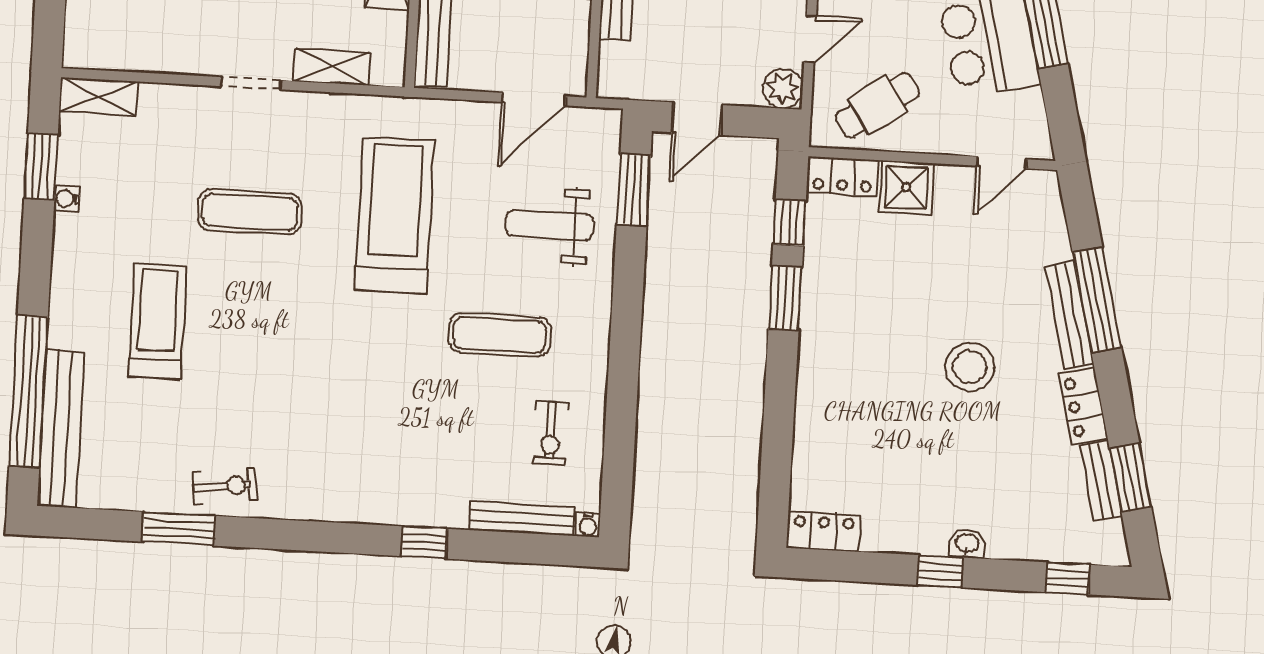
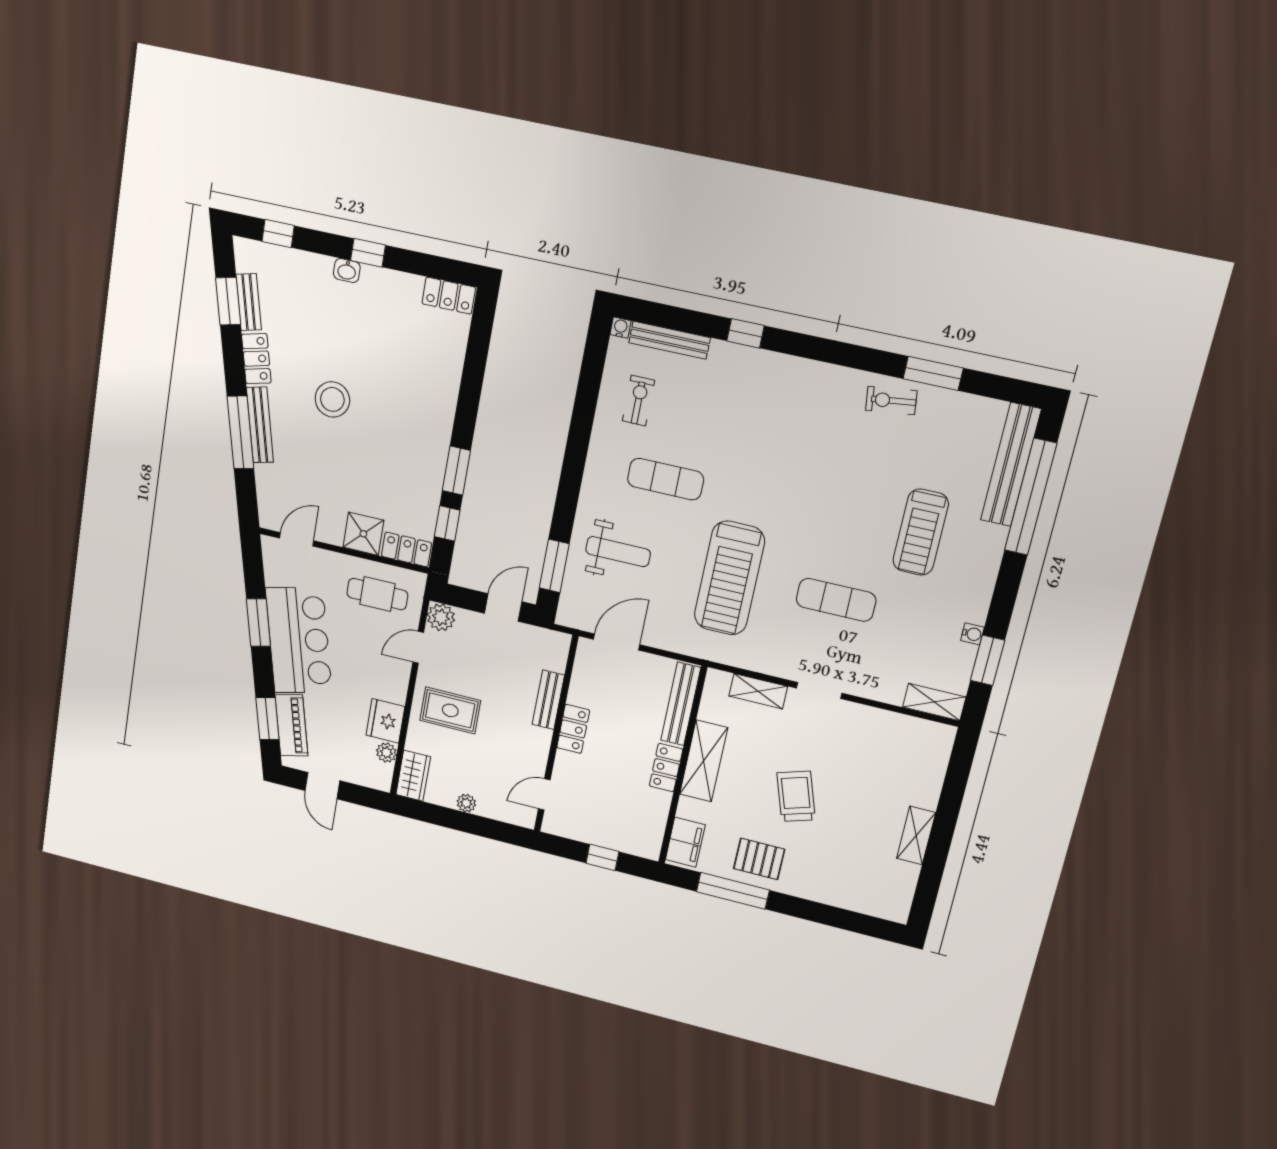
cafe table: (877, 105) -> (377, 594), turned 35

